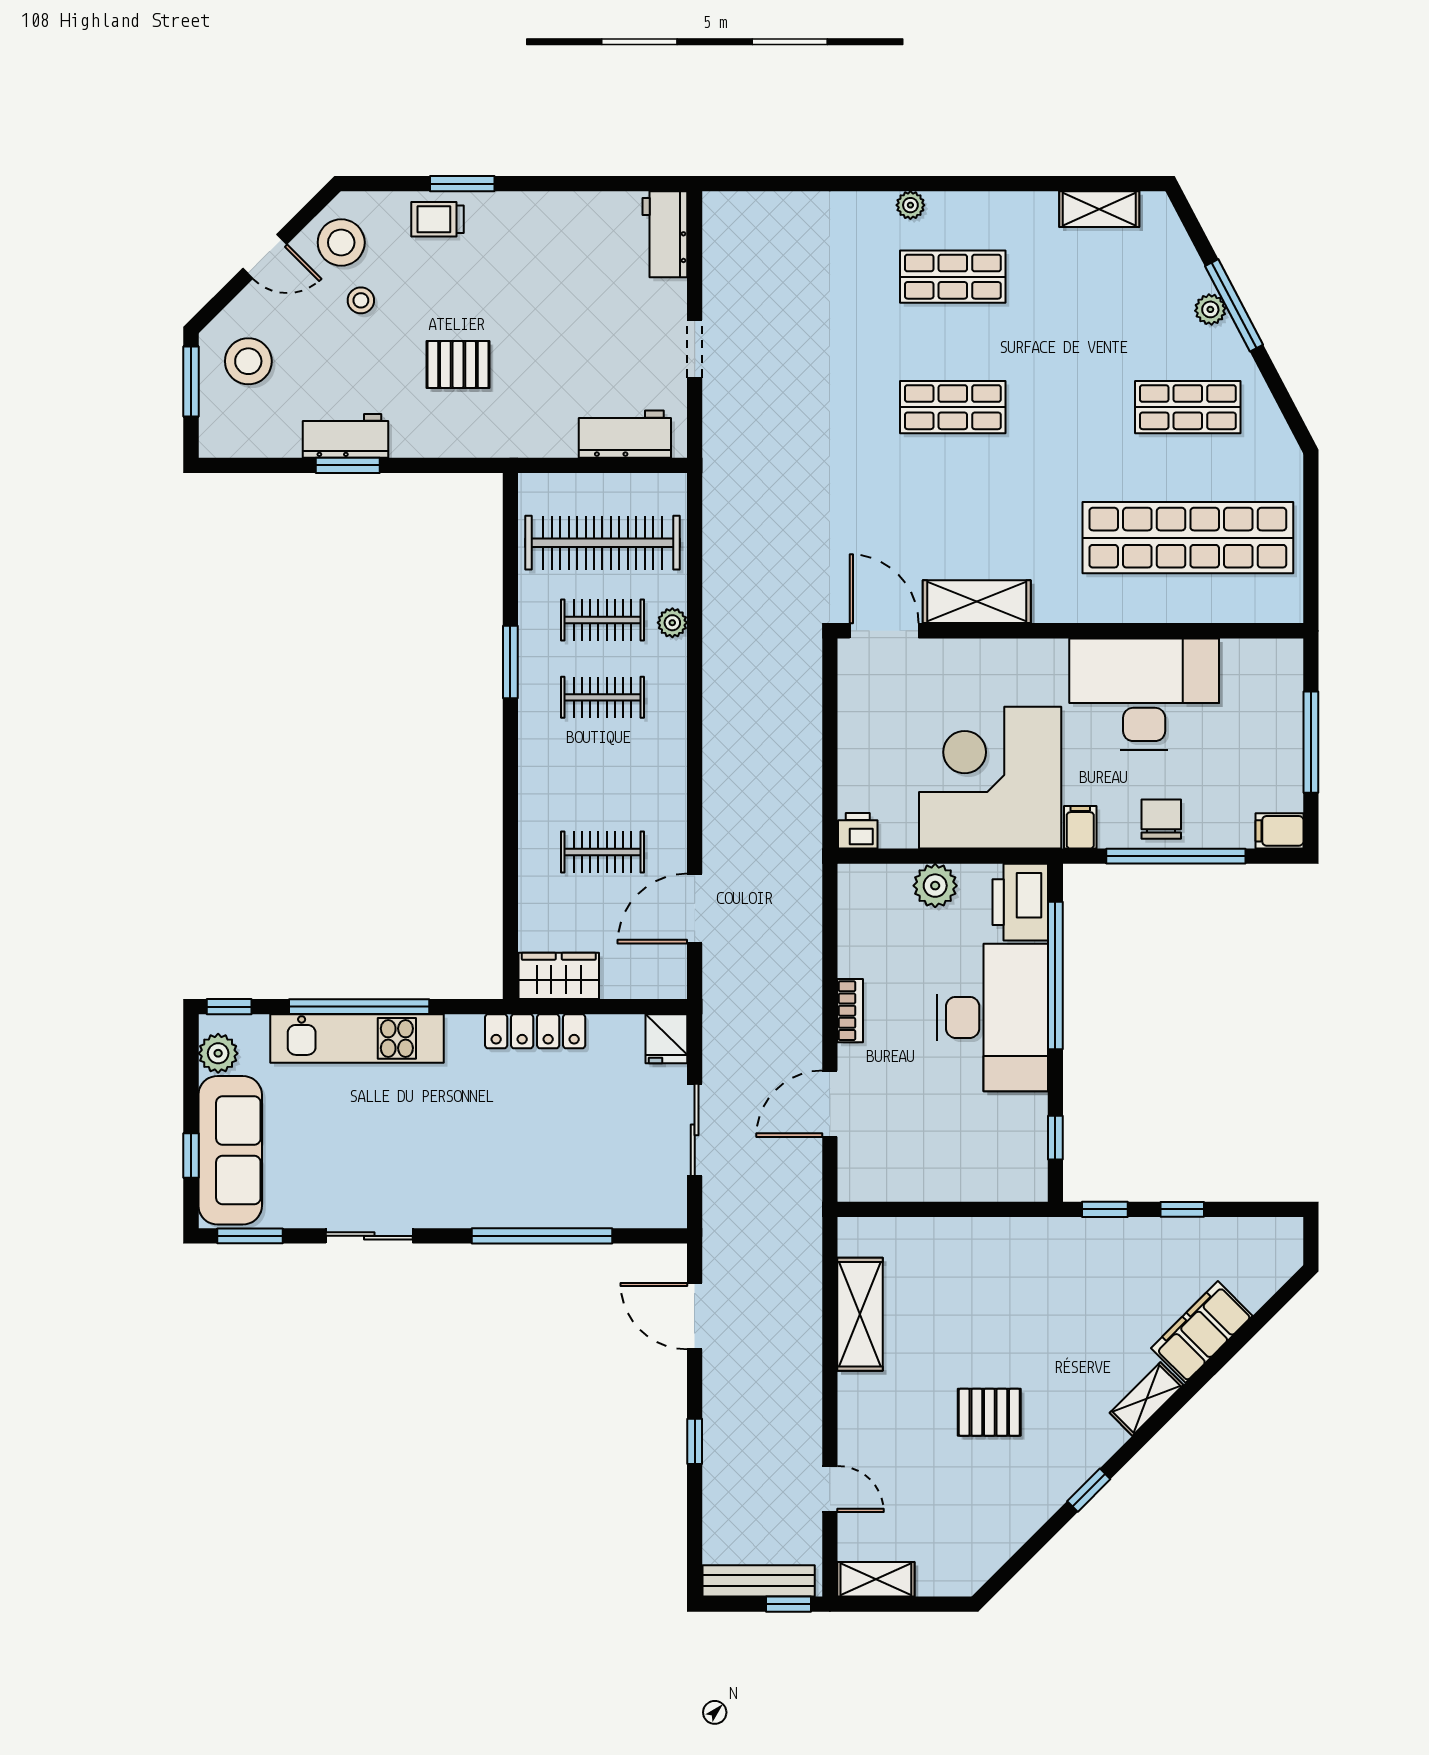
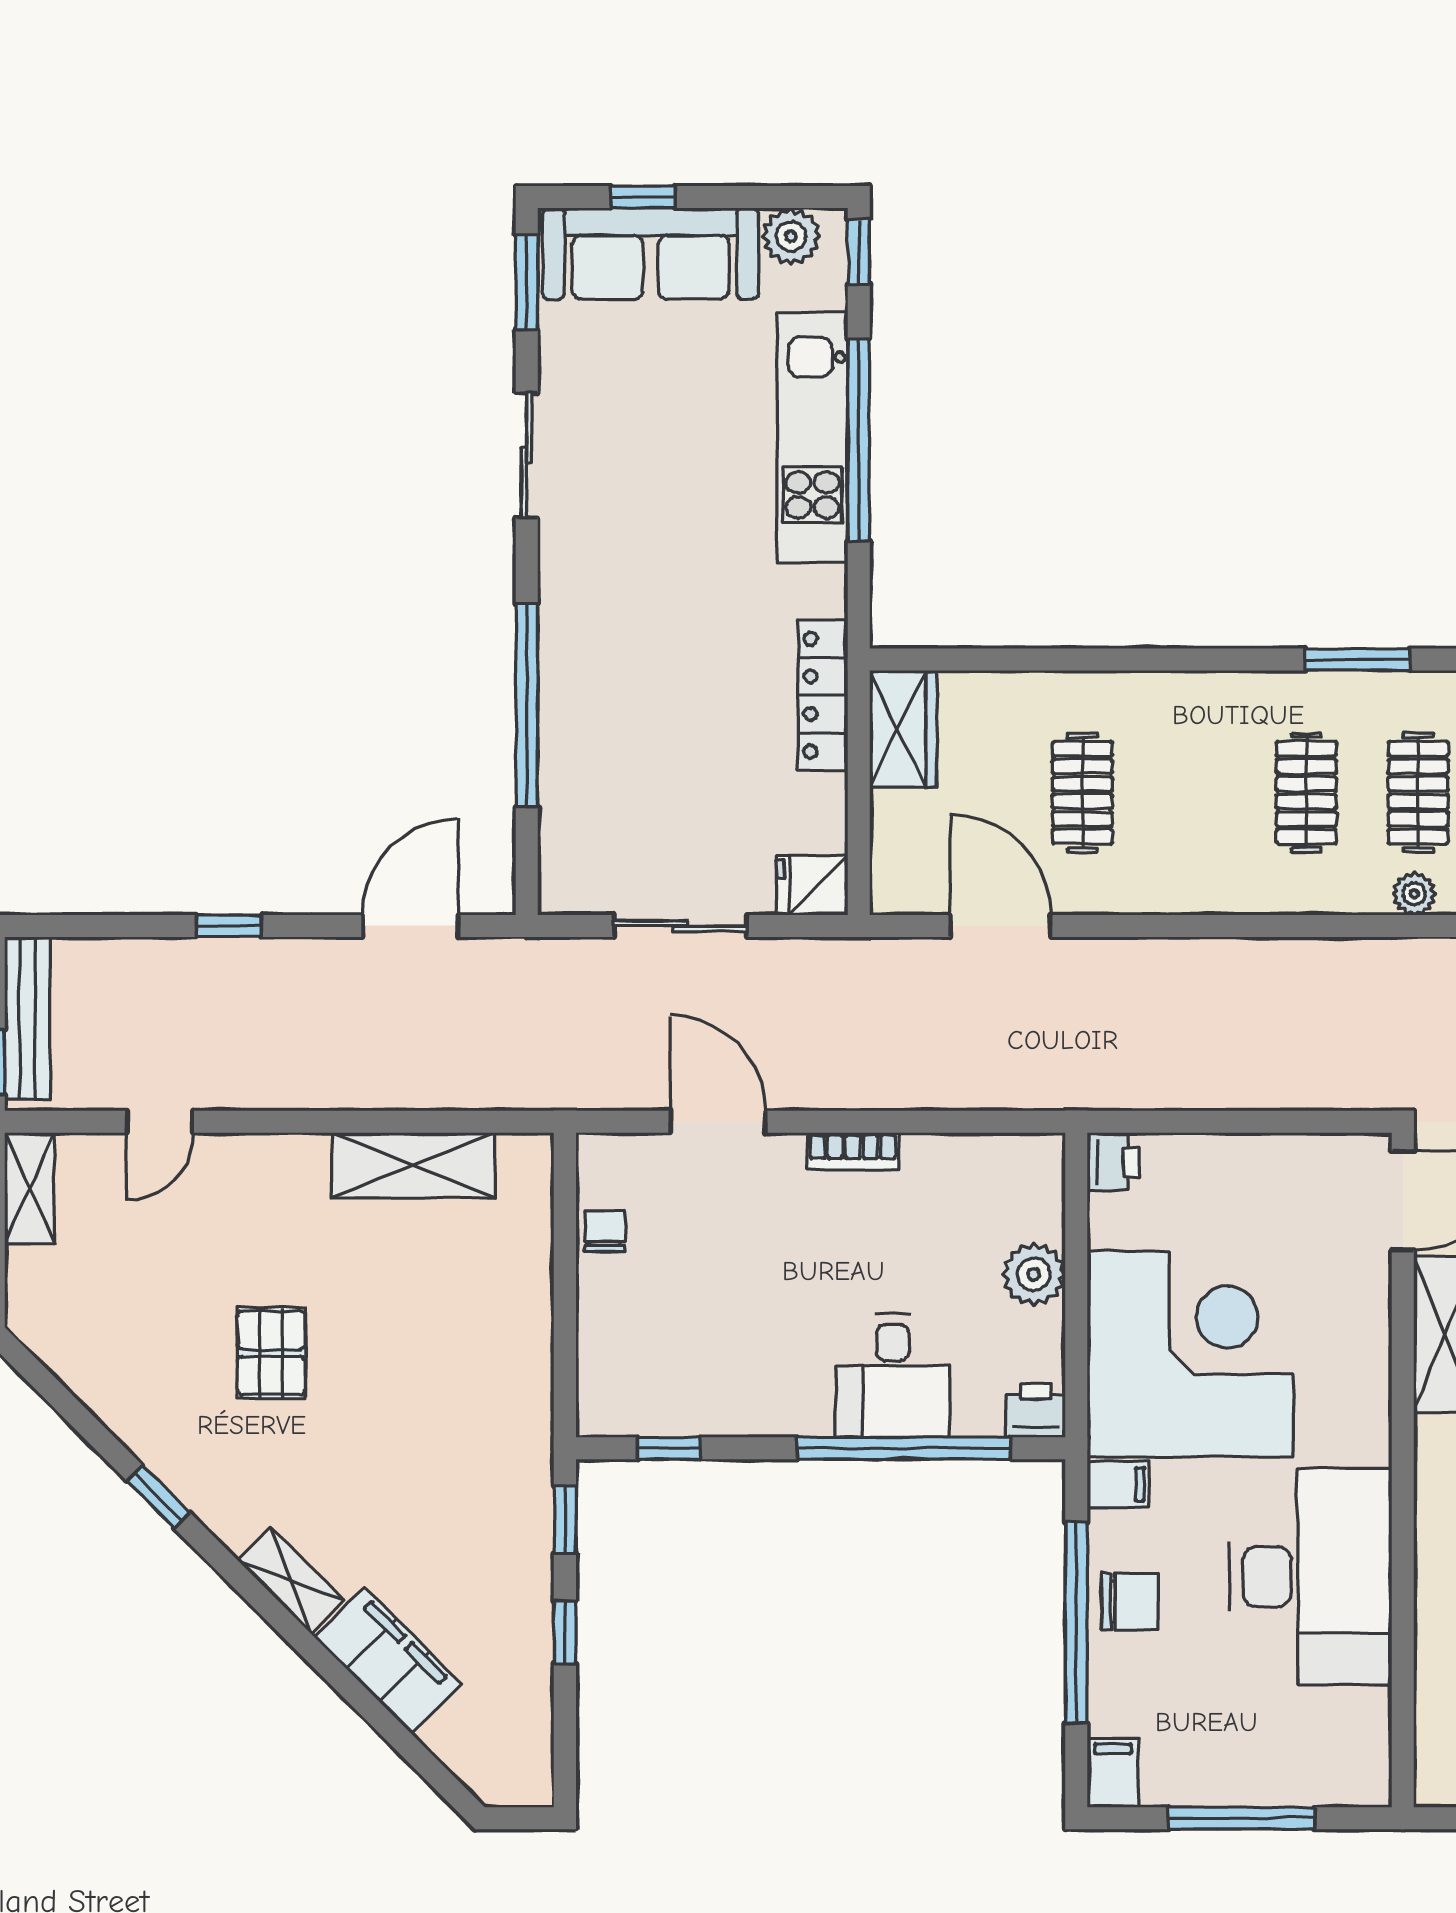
printer: (1020, 902) -> (1036, 1410), width x0.53, depth x0.68
desk: (992, 1017) -> (893, 1376), width x0.53, depth x0.77
chair: (905, 1182) -> (605, 1231), added

